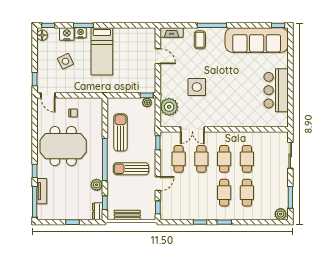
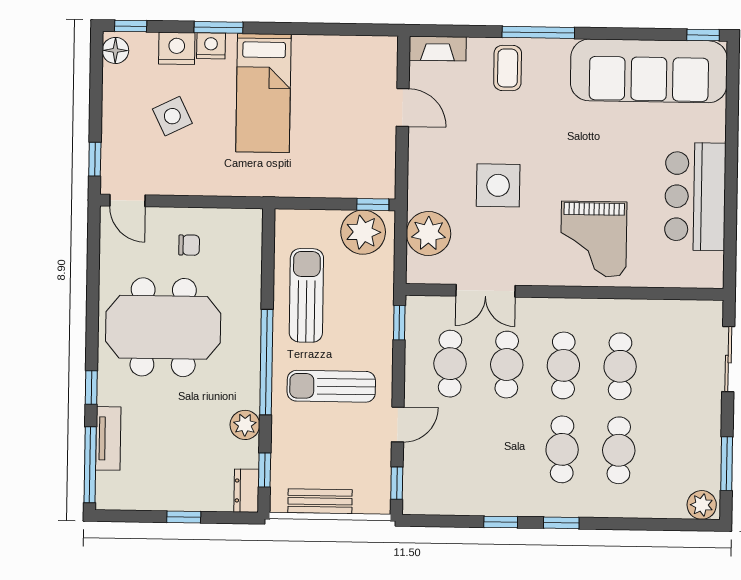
plant: (147, 102) -> (363, 232), width x1.88, depth x1.88
grand piano: (236, 108) -> (594, 239), added

